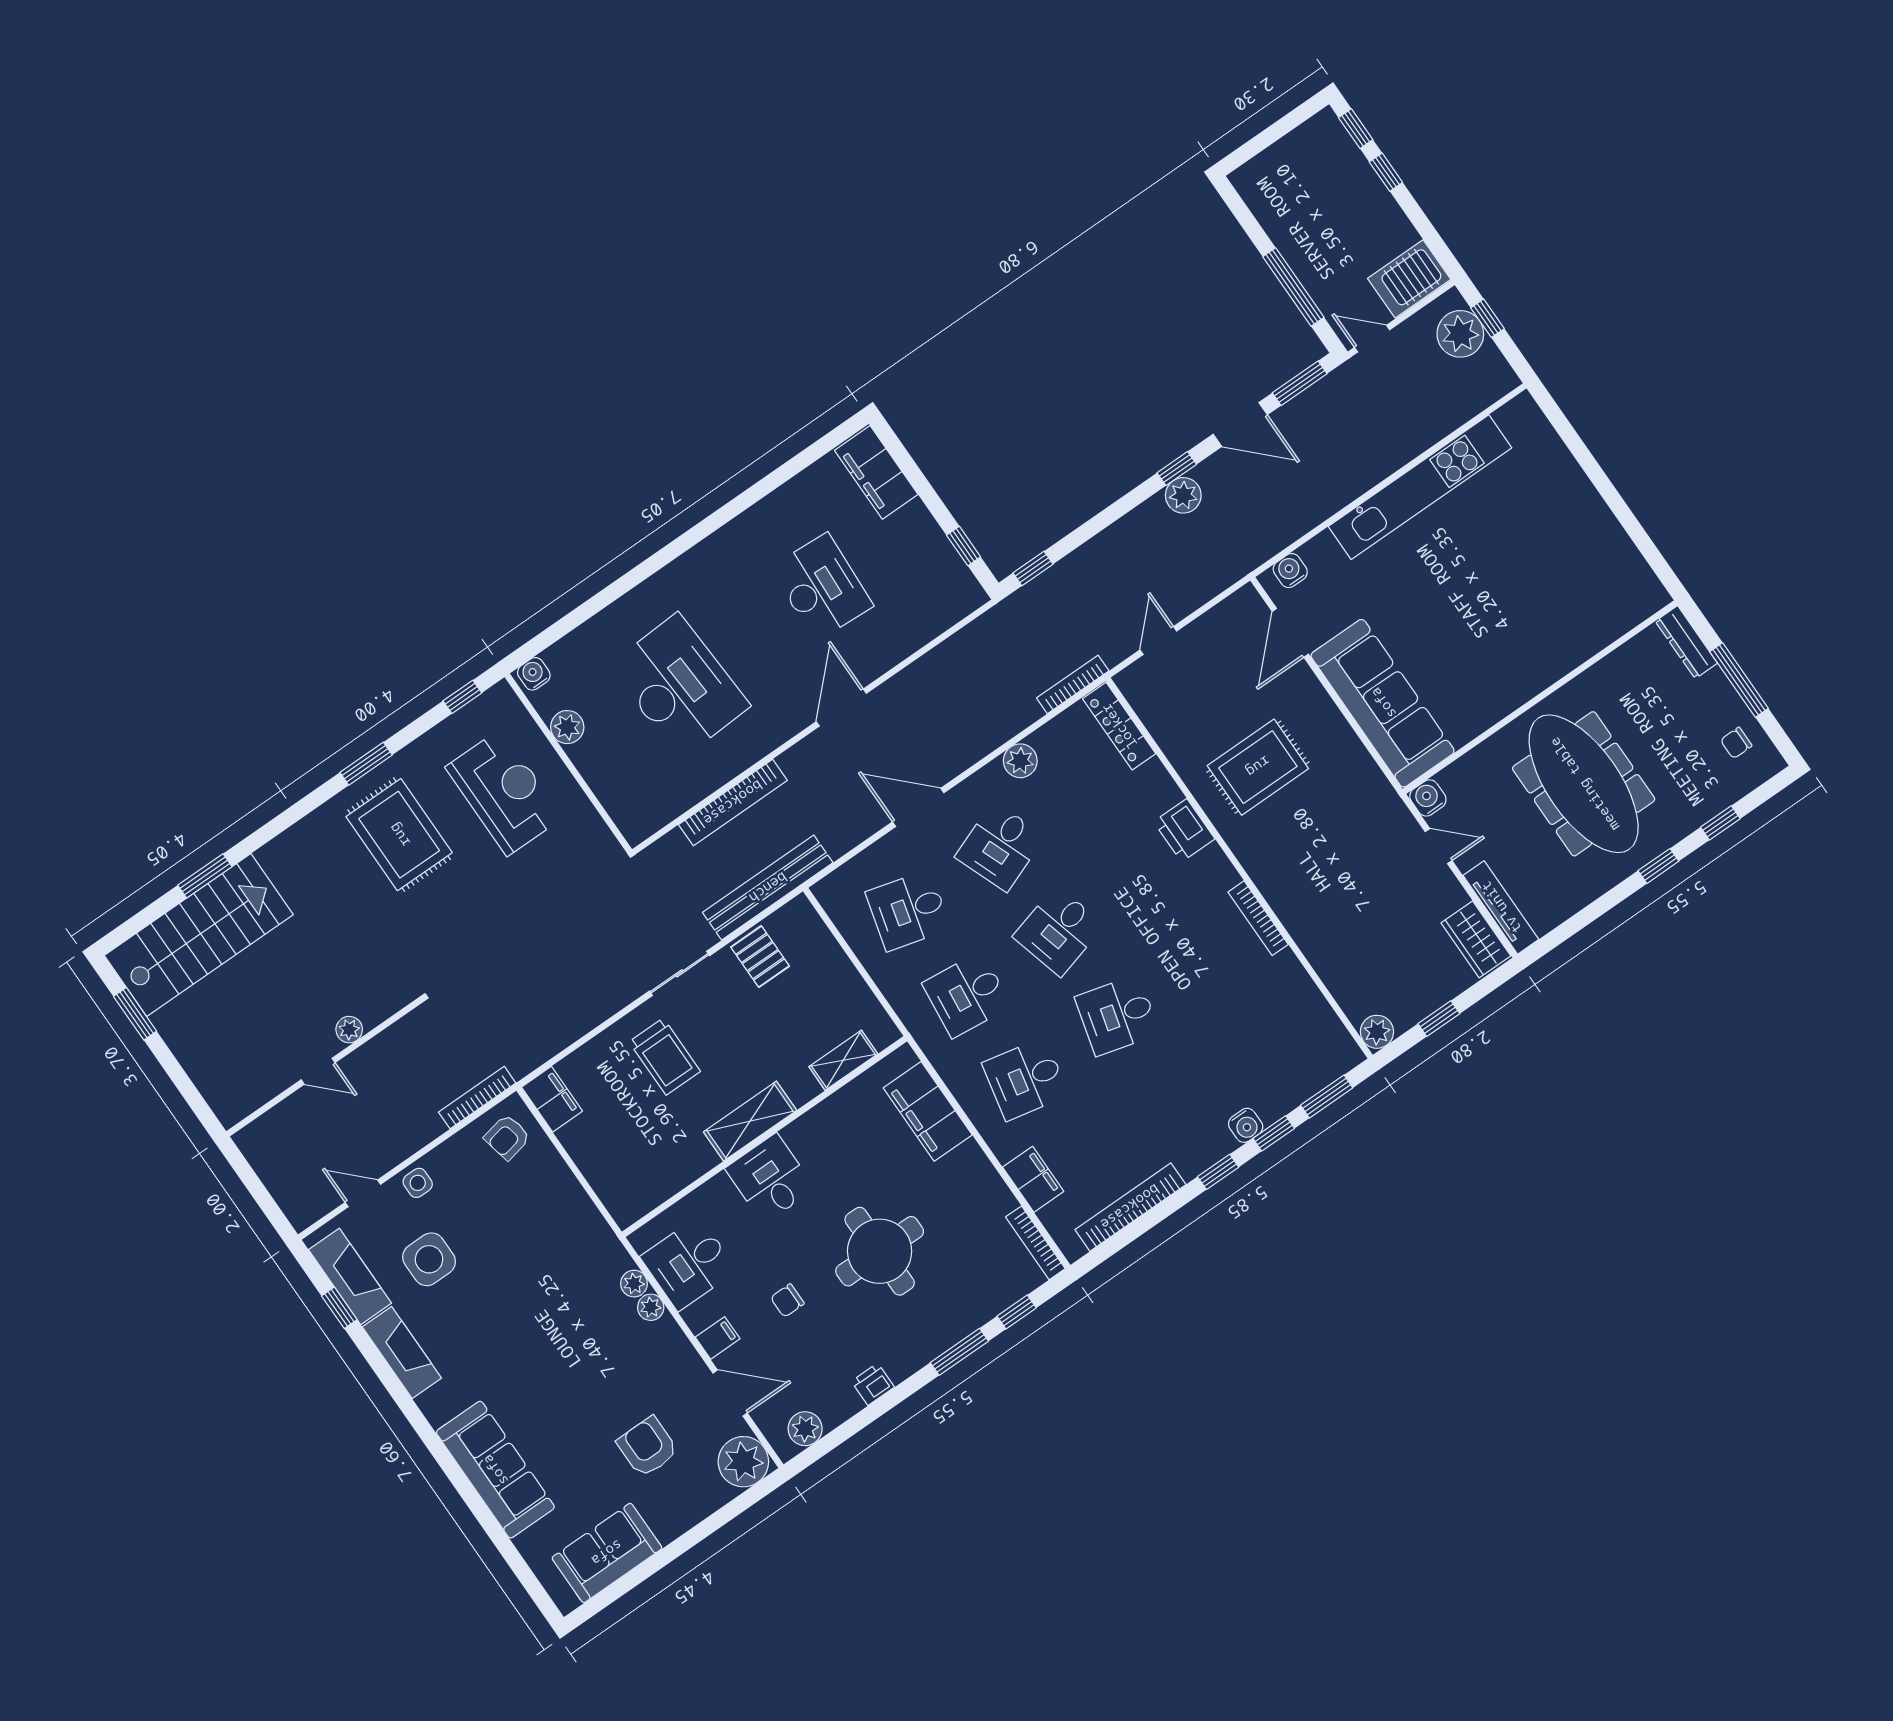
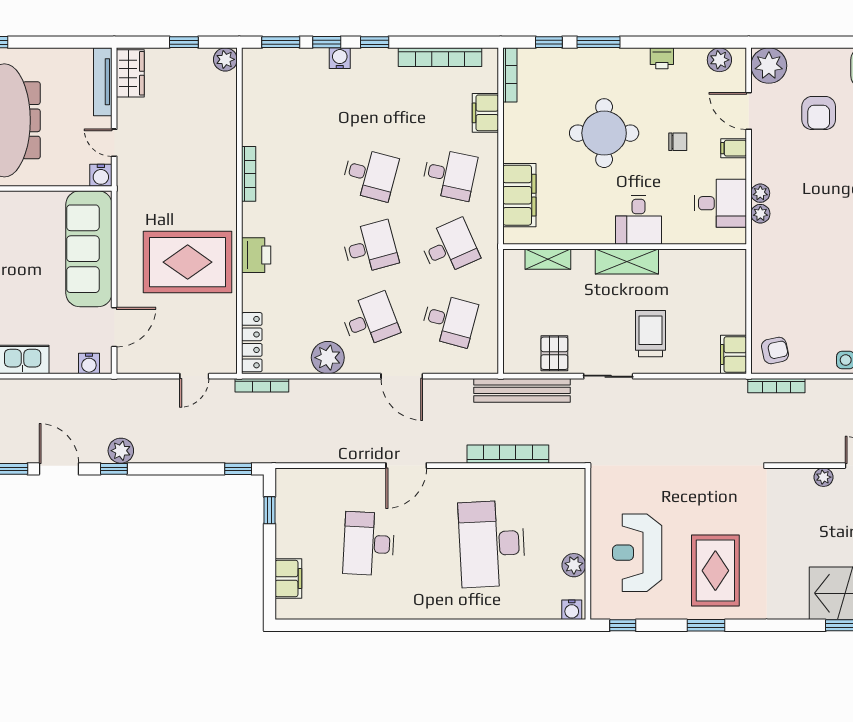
filing cabinet: (876, 472) -> (288, 579), width x0.67, depth x0.86
plant: (1020, 761) -> (328, 358), width x1.36, depth x1.36
rug: (1258, 767) -> (188, 262), width x1.37, depth x1.44
desk: (967, 995) -> (449, 247), turned -30

